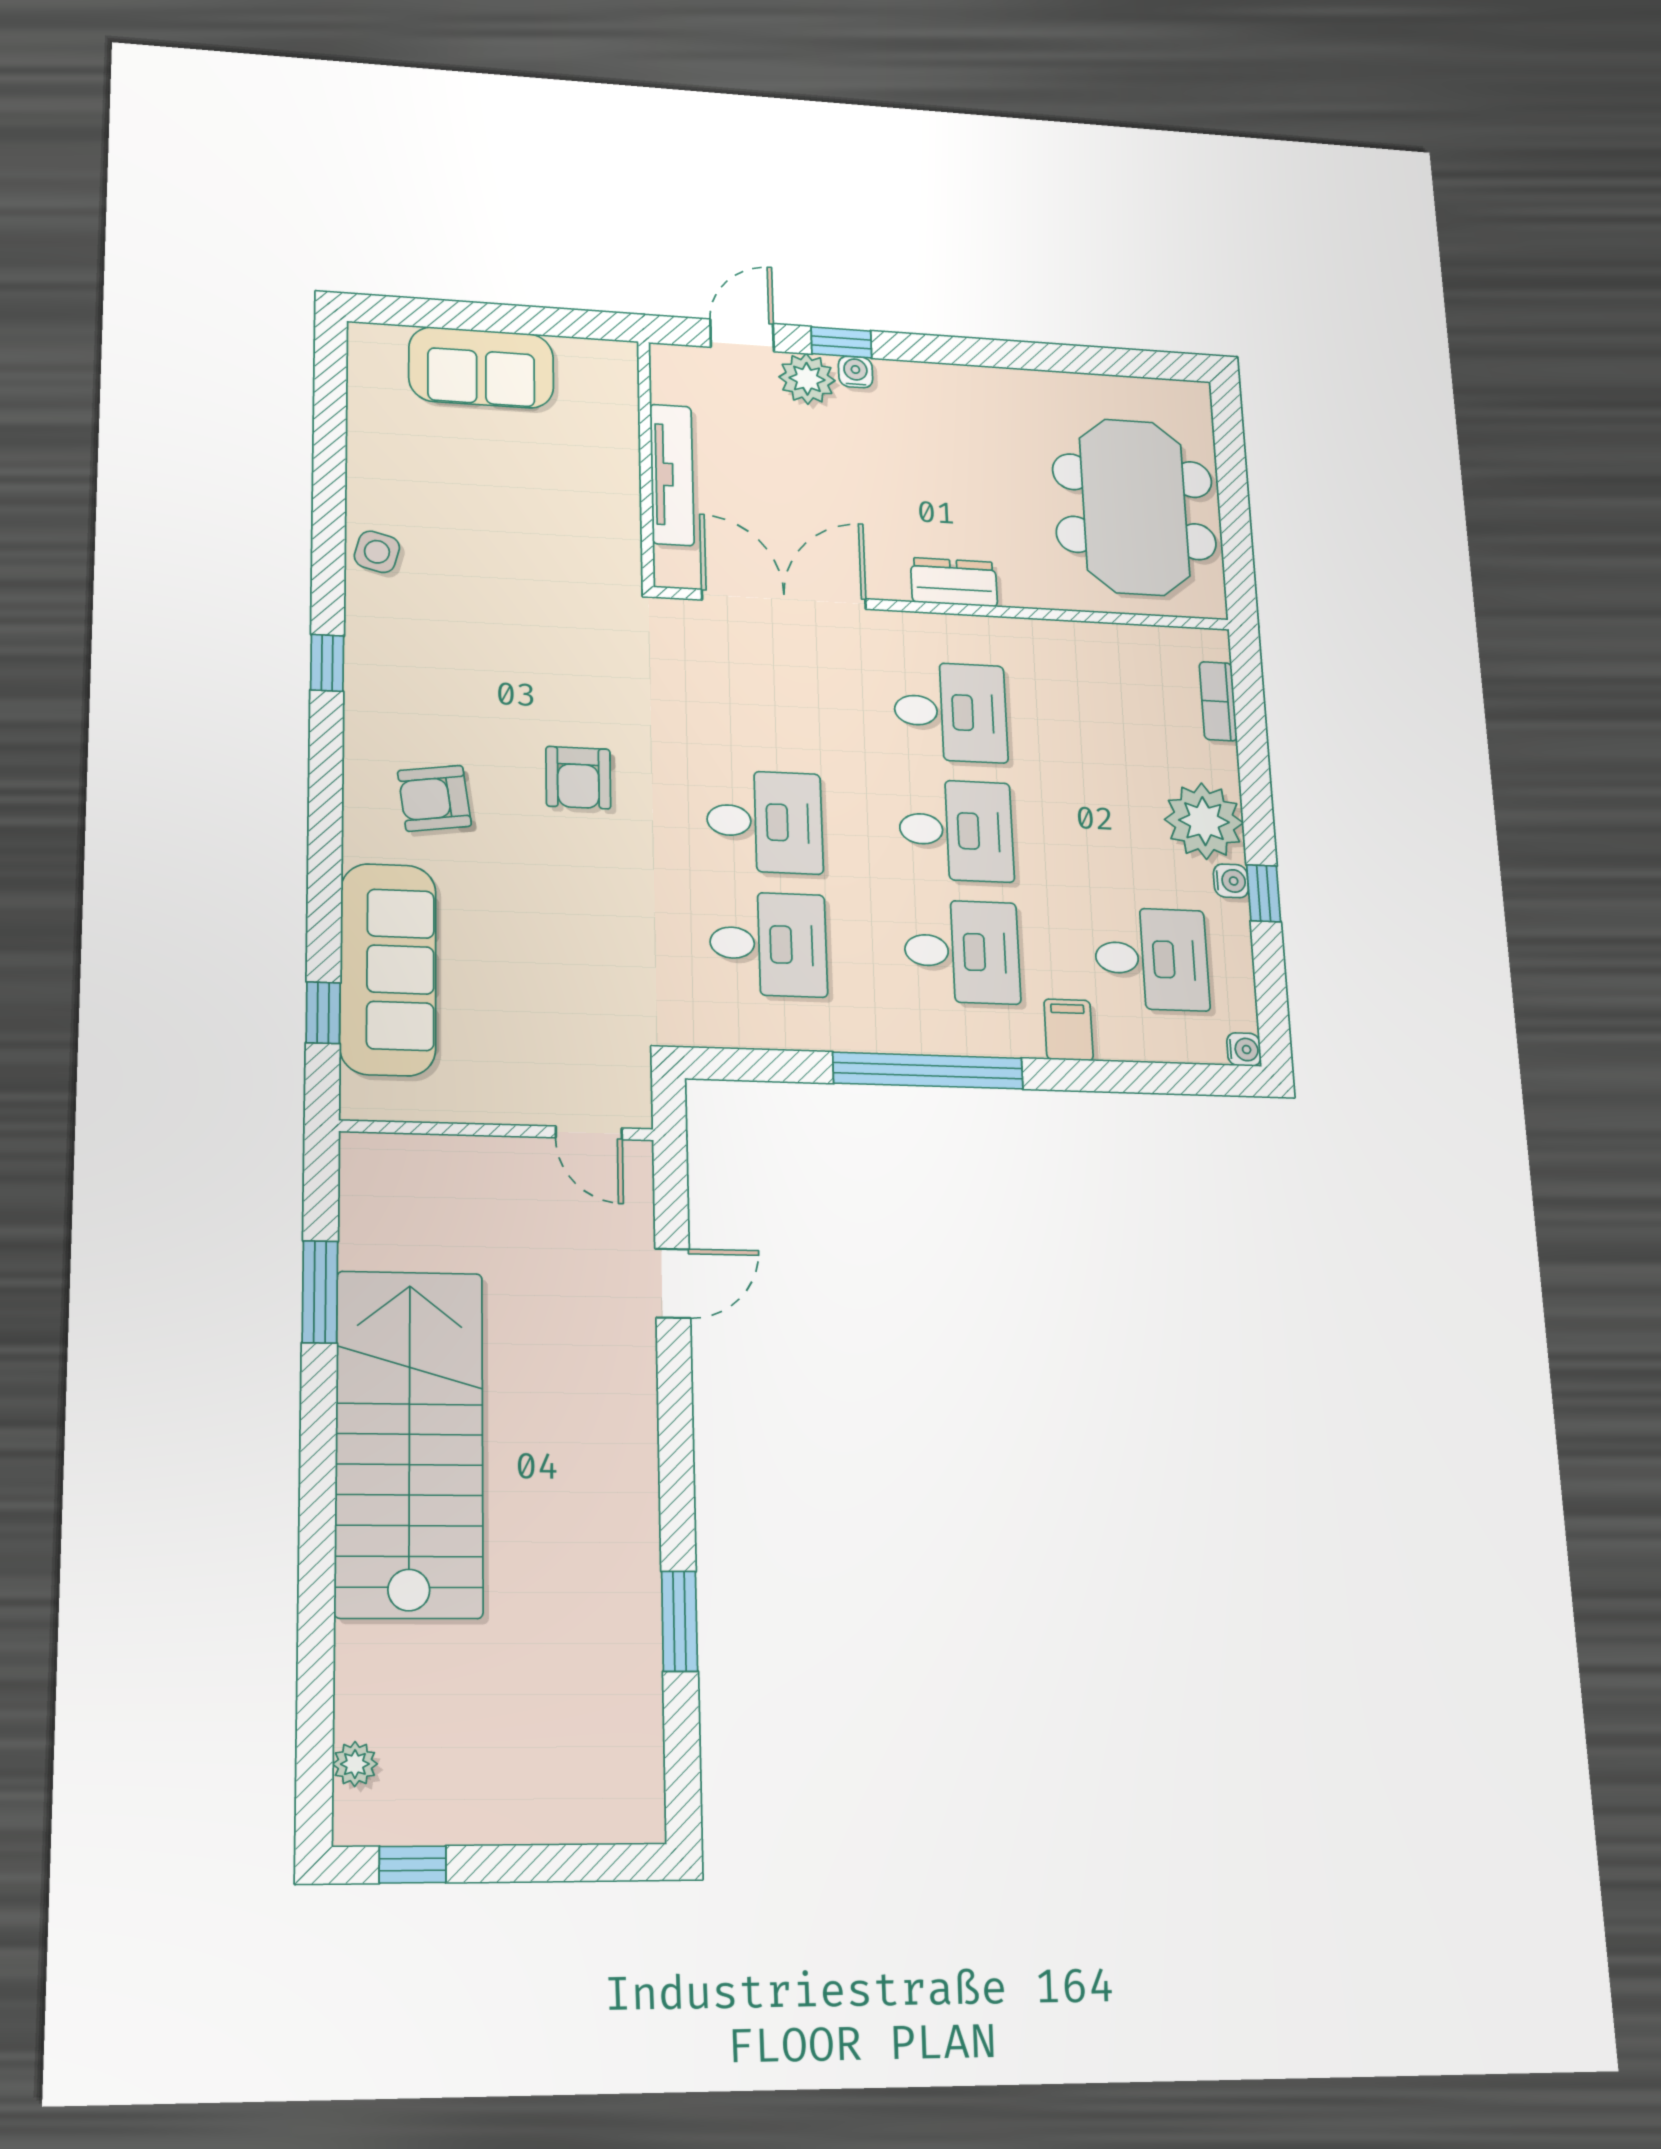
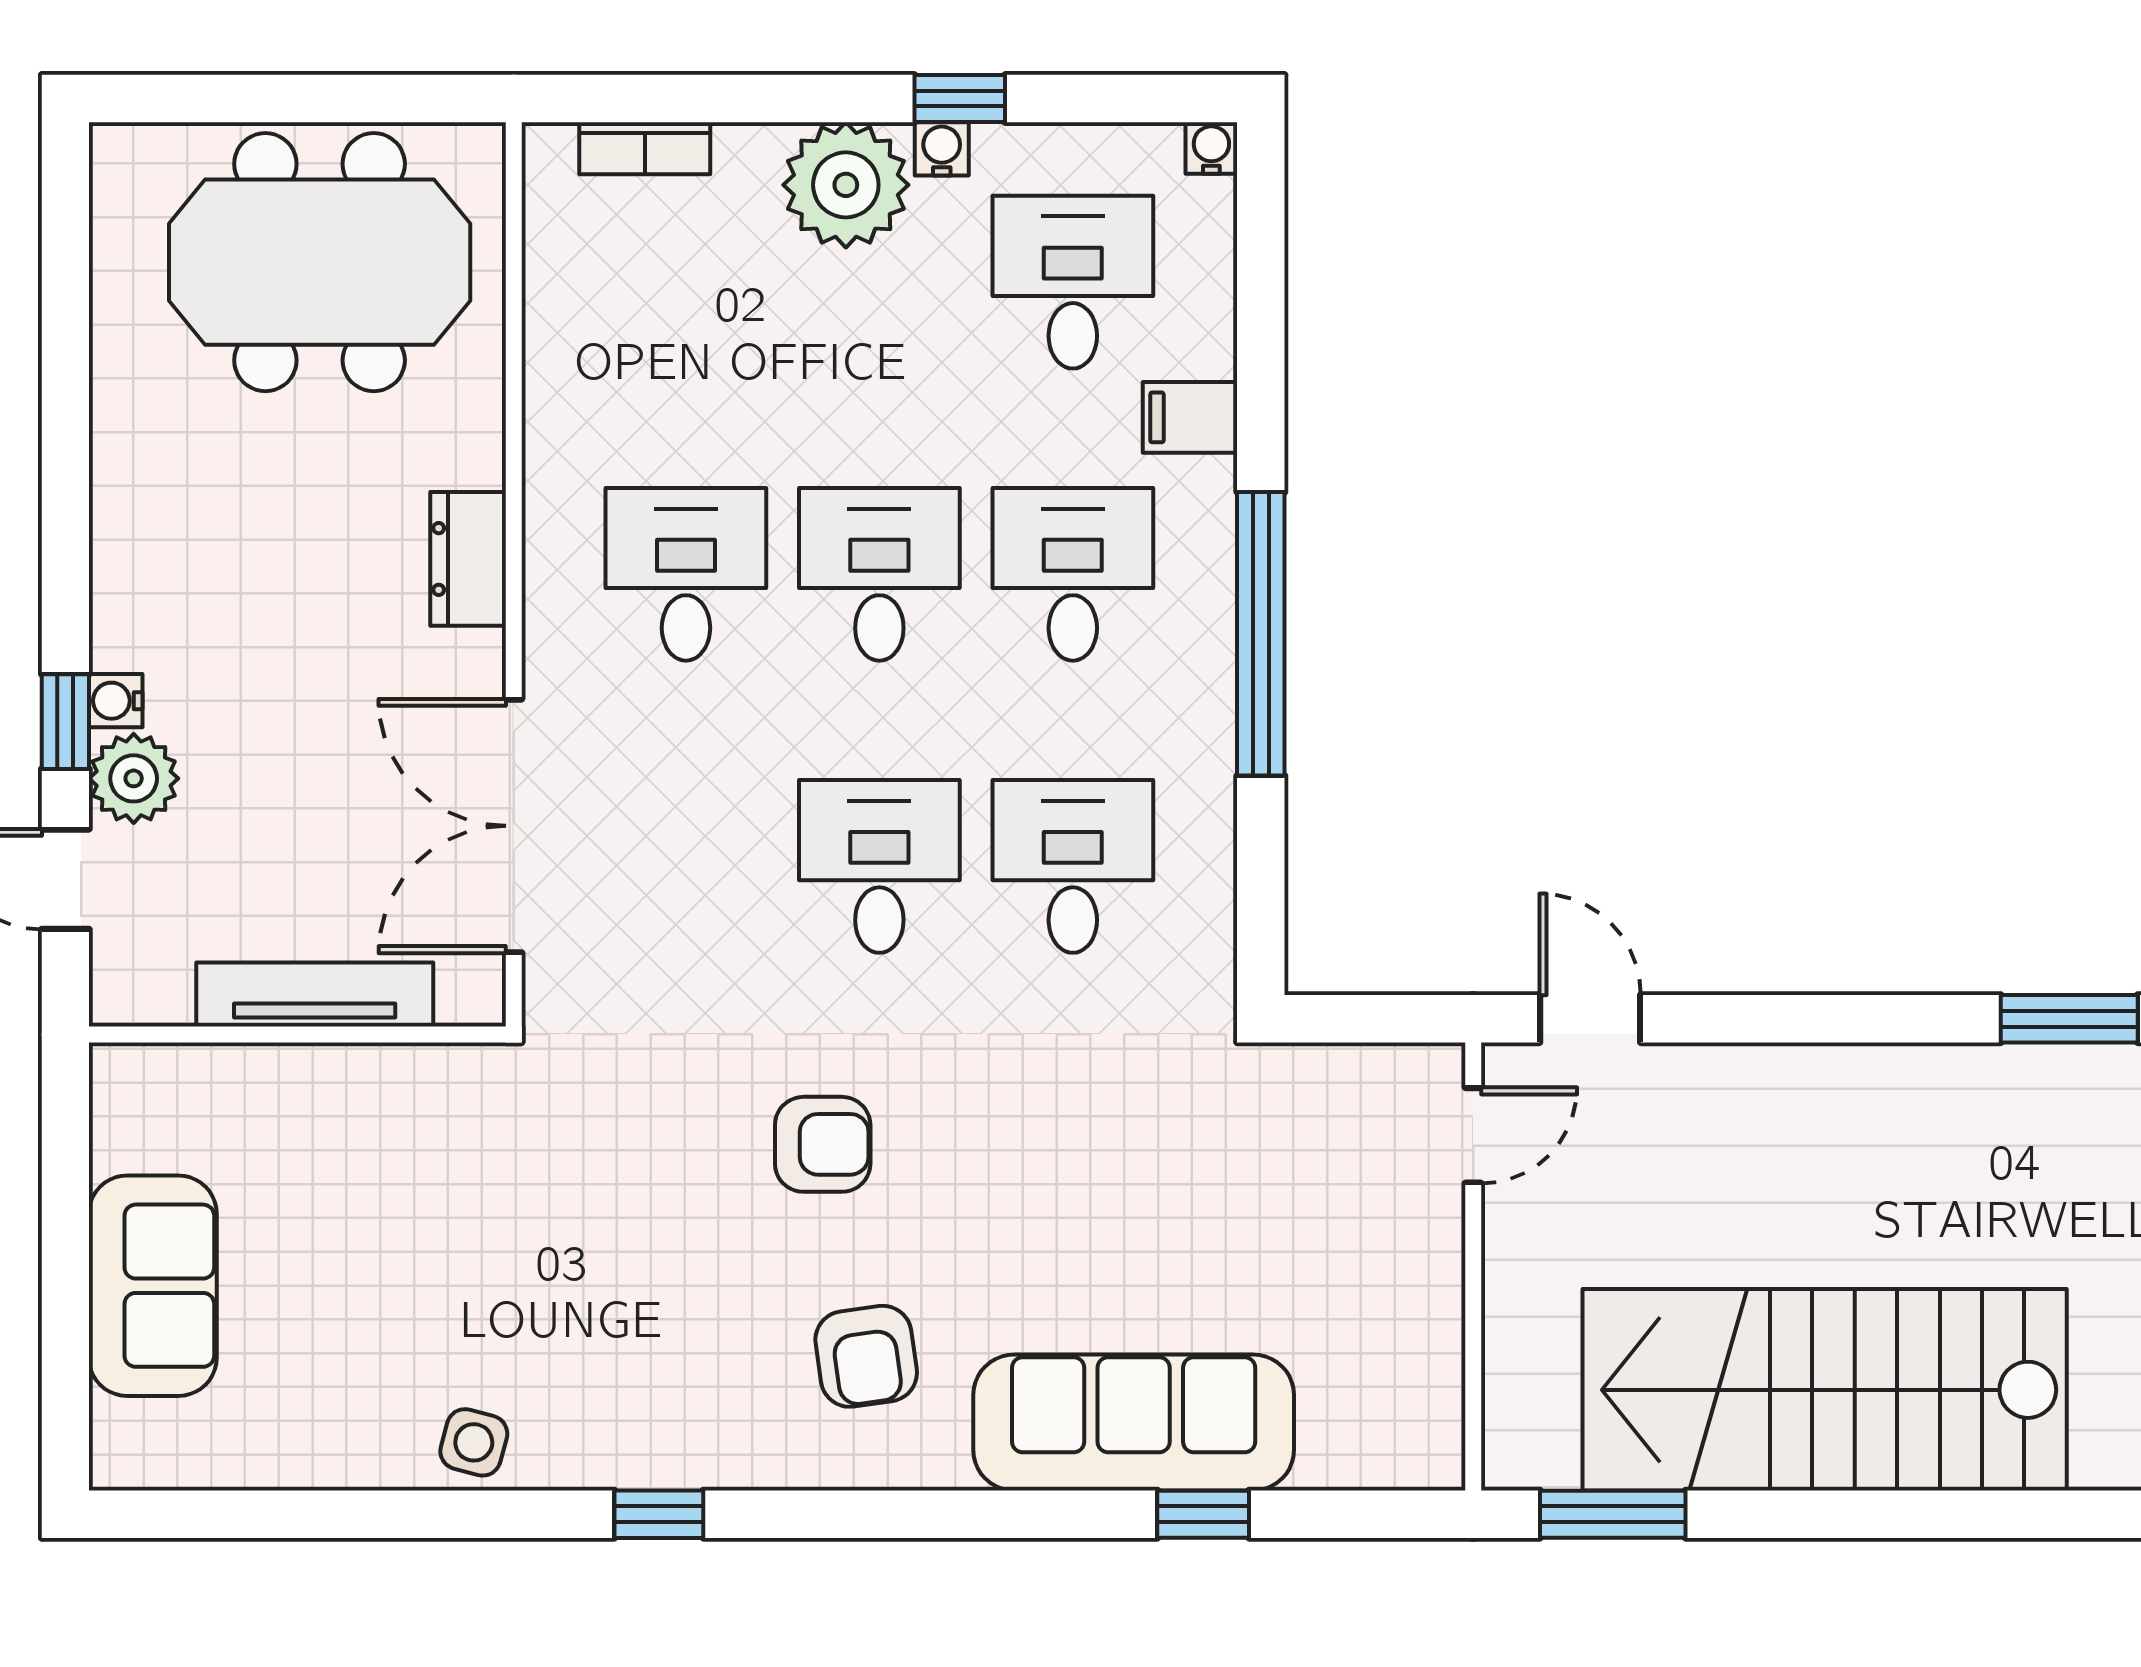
wall: (497, 1130) -> (1473, 1266), moved
door: (589, 1133) -> (1473, 1135), moved

